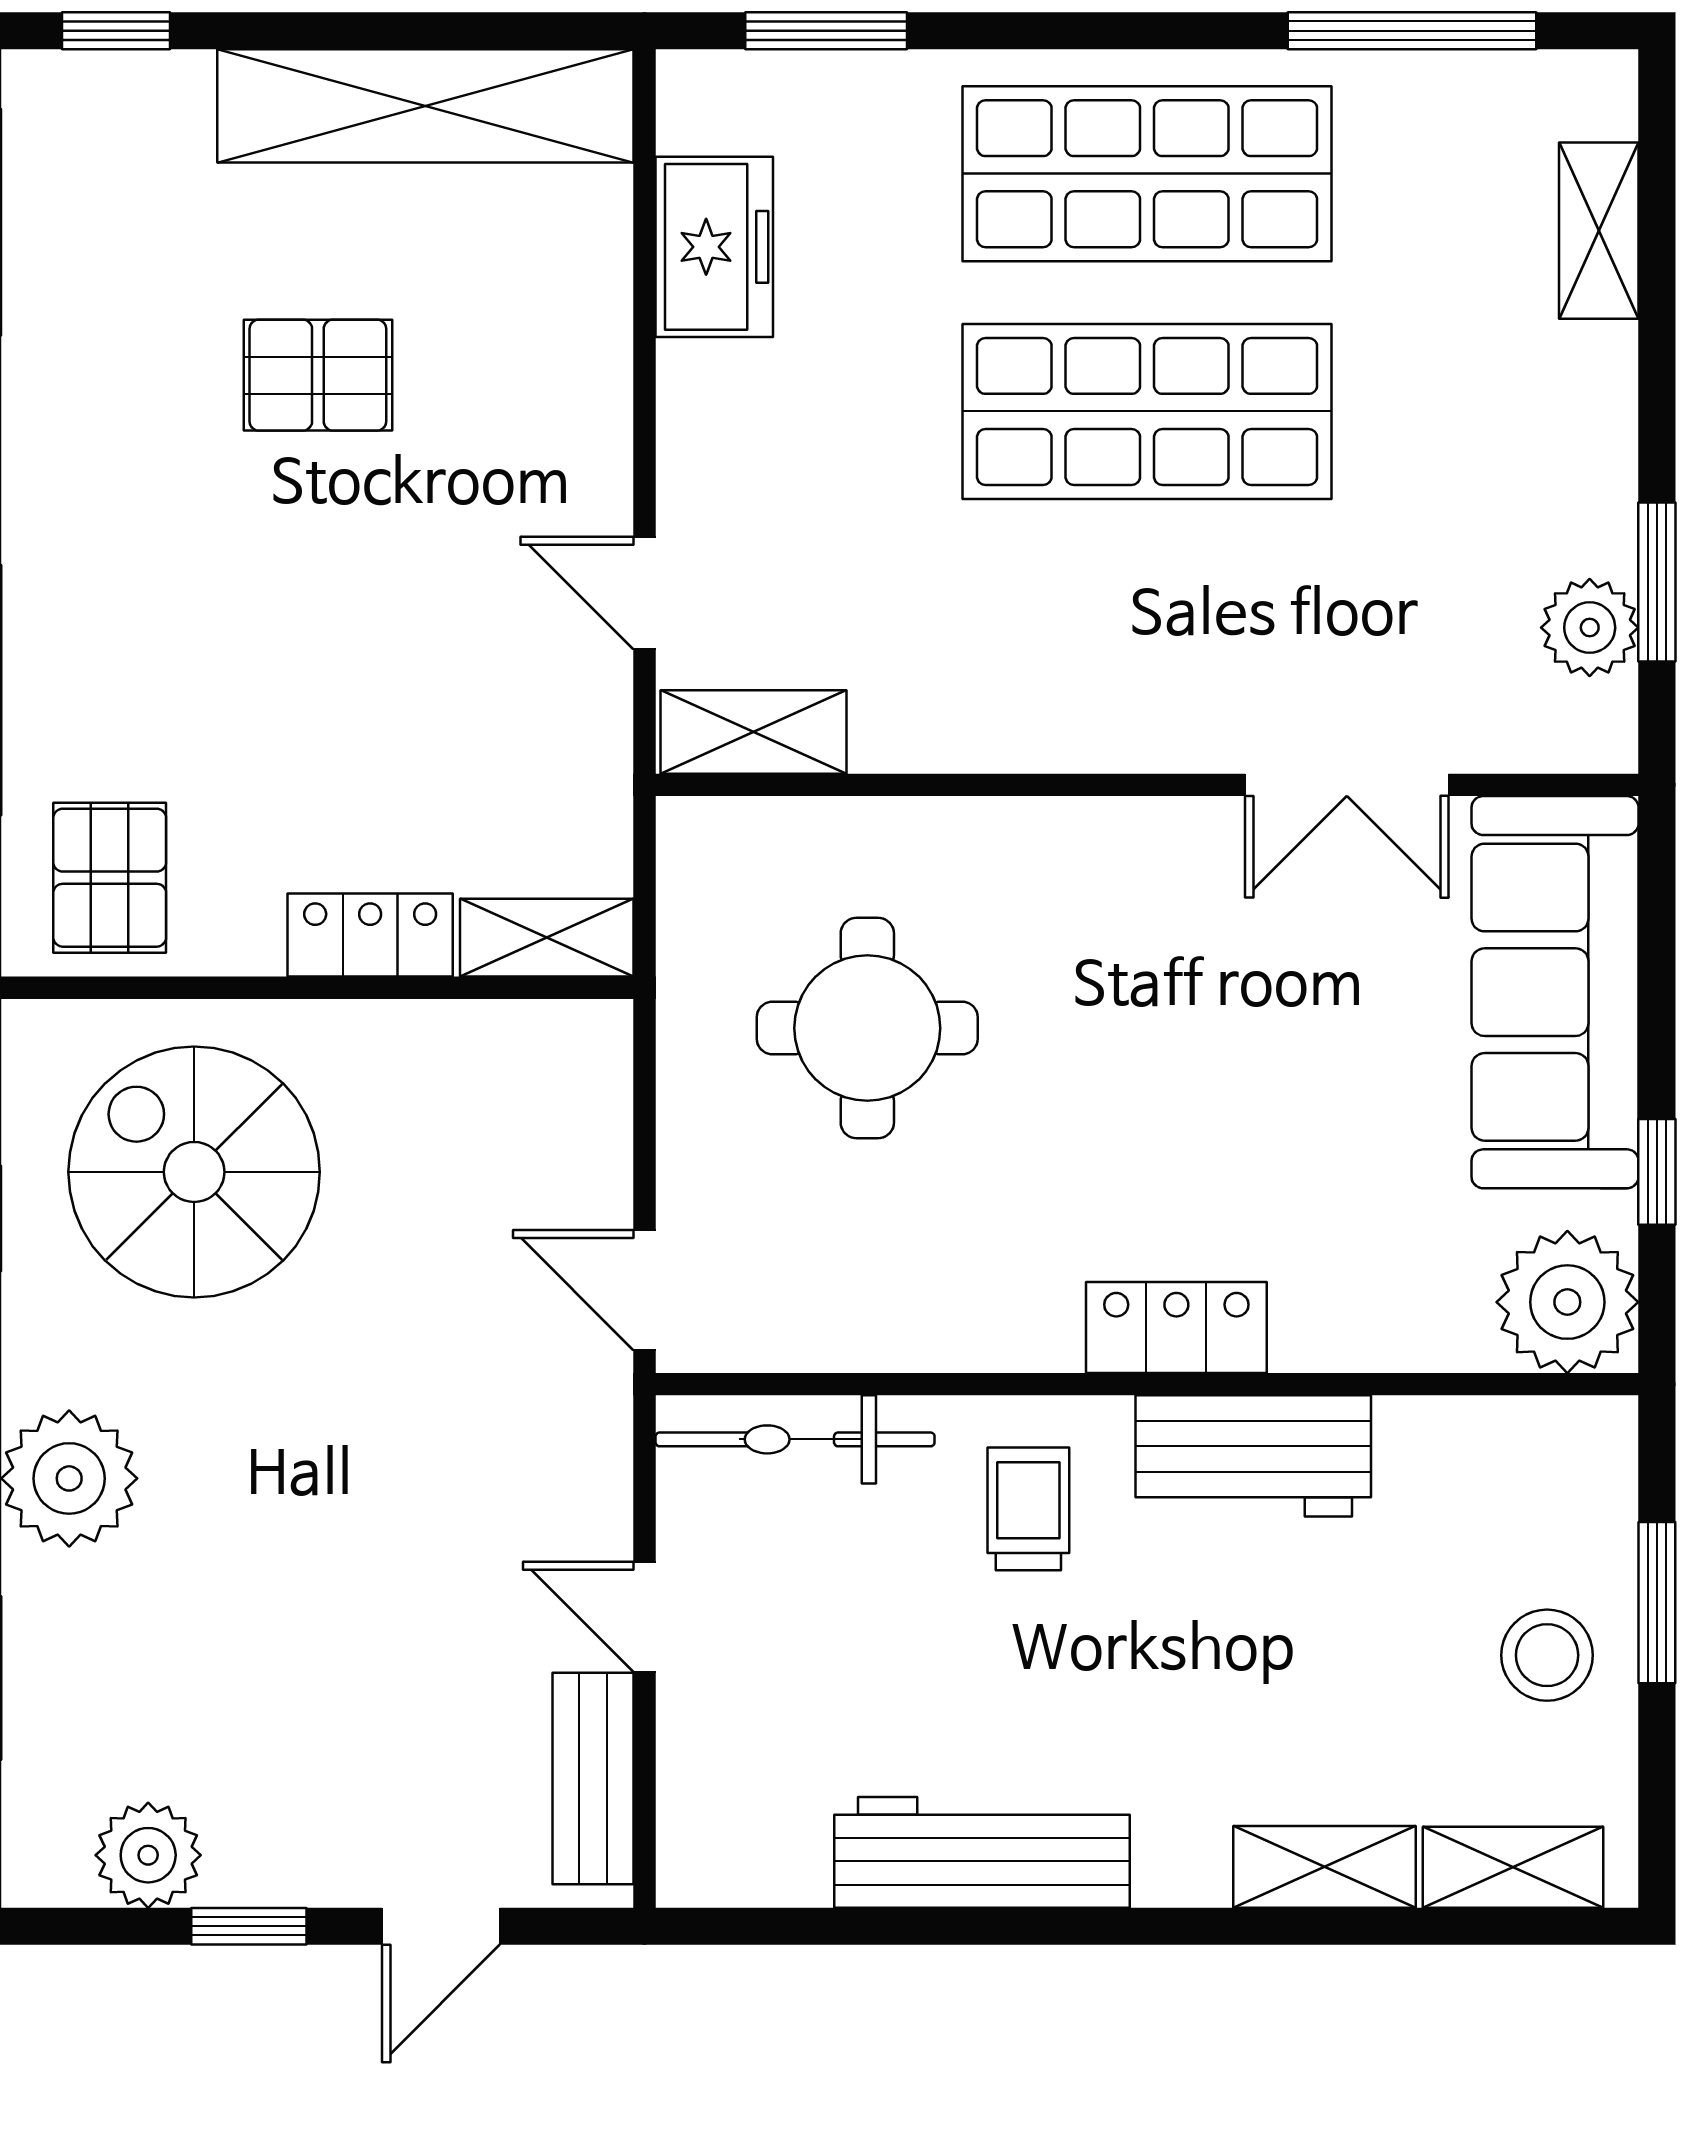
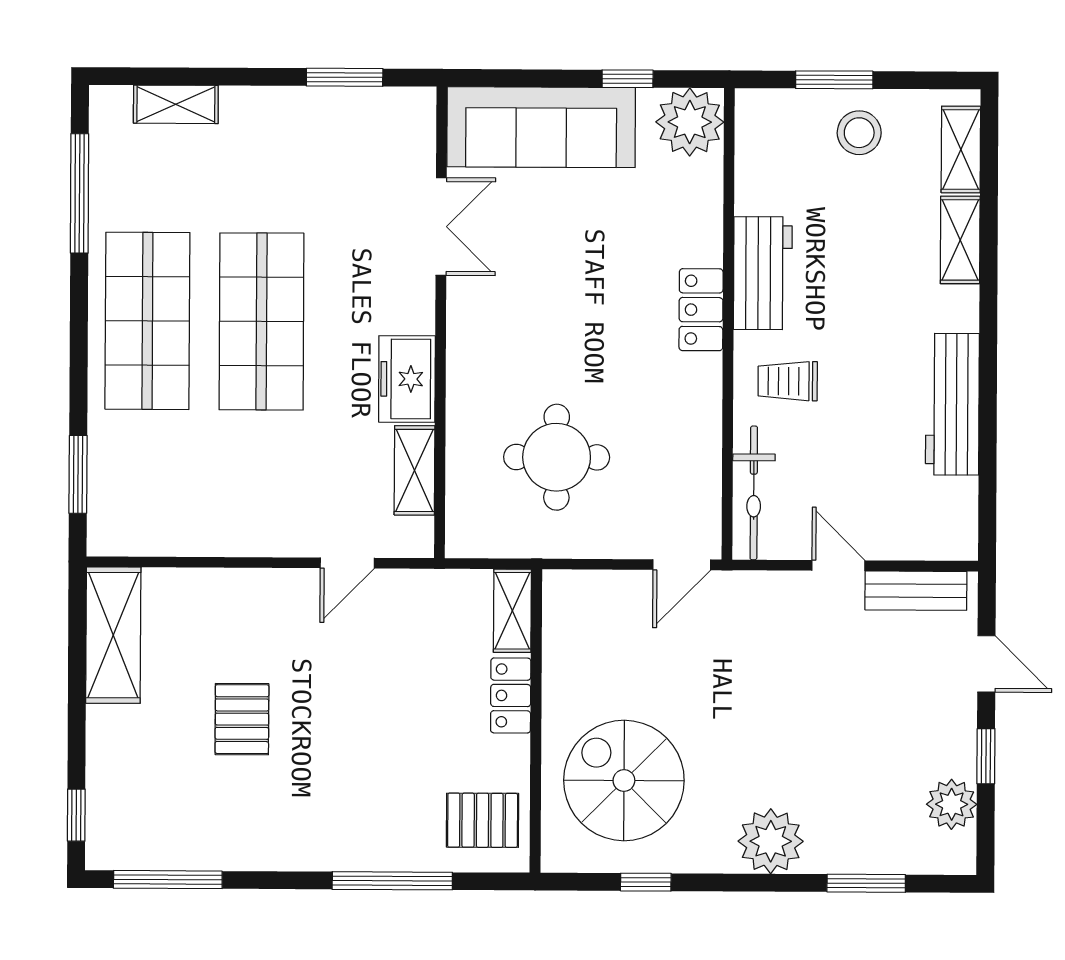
shelving: (425, 106) -> (113, 635), width x0.68
freezer: (714, 247) -> (407, 379), moved, turned -90
plant: (1590, 628) -> (366, 110), removed
shelving: (754, 732) -> (414, 470), moved
spiral stairs: (194, 1172) -> (624, 781), turned 90
door: (645, 1617) -> (838, 566), swing flipped

